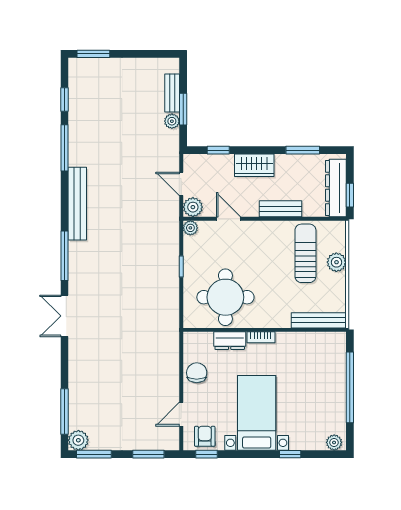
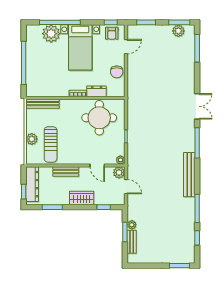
window: (350, 195) -> (24, 192), moved
plant: (78, 440) -> (178, 31), moved
plant: (334, 442) -> (51, 34), moved, width x1.87, depth x1.87
window: (290, 454) -> (60, 22), width x3.17

